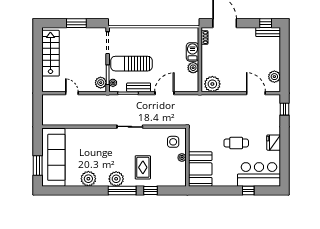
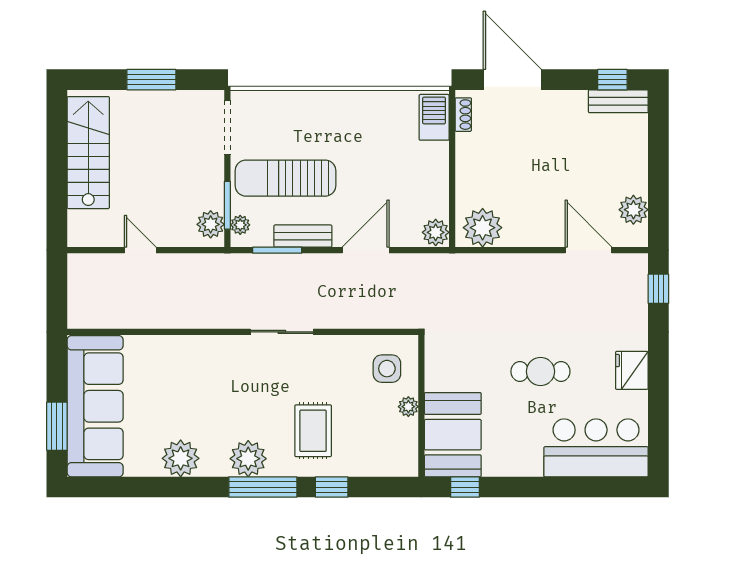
barbecue: (192, 52) -> (434, 117), moved
plant: (193, 68) -> (436, 232), moved
window: (248, 190) -> (465, 487), moved

